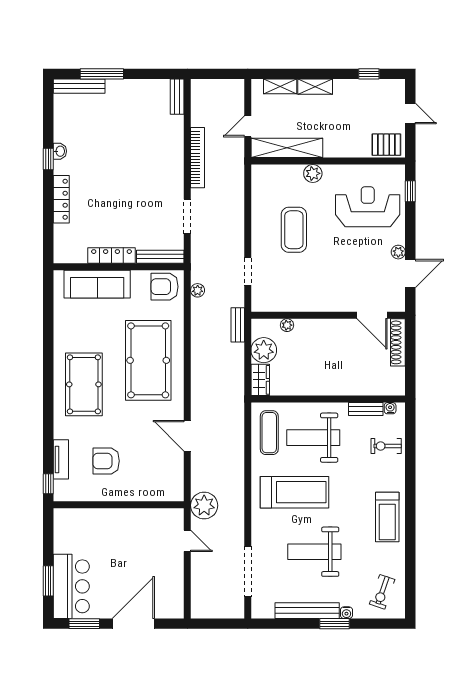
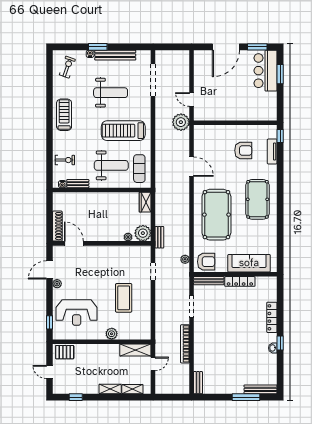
shelving: (287, 148) -> (135, 350), width x0.68
plant: (264, 350) -> (143, 233), moved

